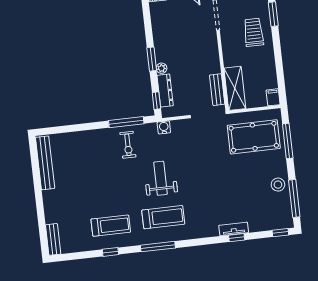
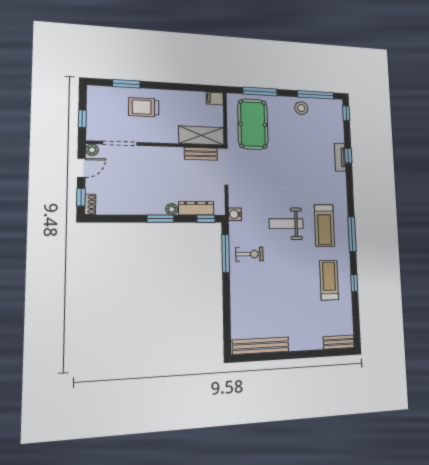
treadmill: (163, 217) -> (324, 225), turned 180

